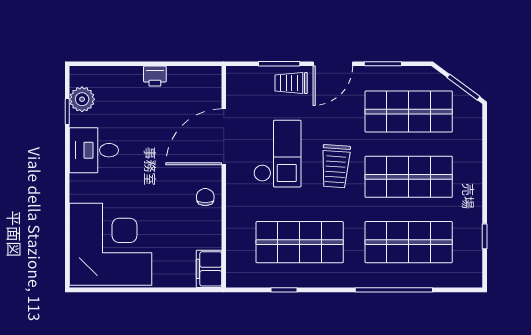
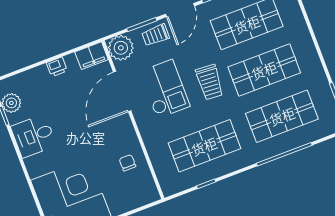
plant: (242, 83) -> (121, 48), added
chair: (205, 197) -> (127, 163), moved
filing cabinet: (209, 269) -> (91, 56), moved, turned -90

